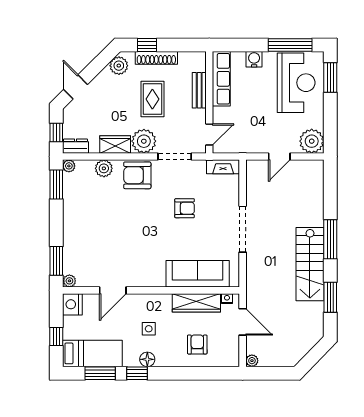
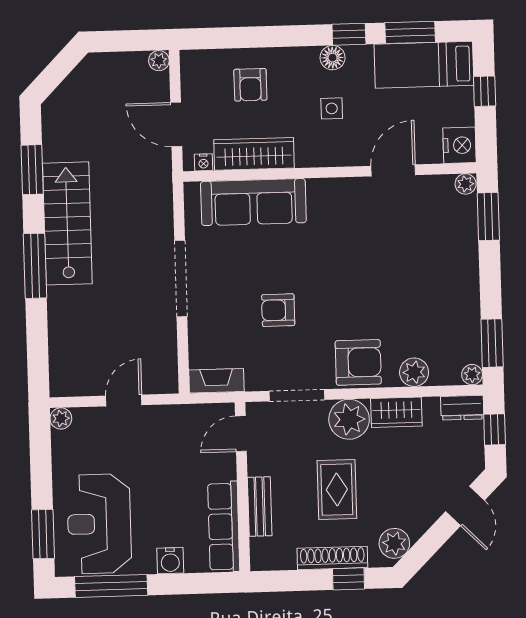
plant: (312, 141) -> (61, 418), width x0.53, depth x0.53

